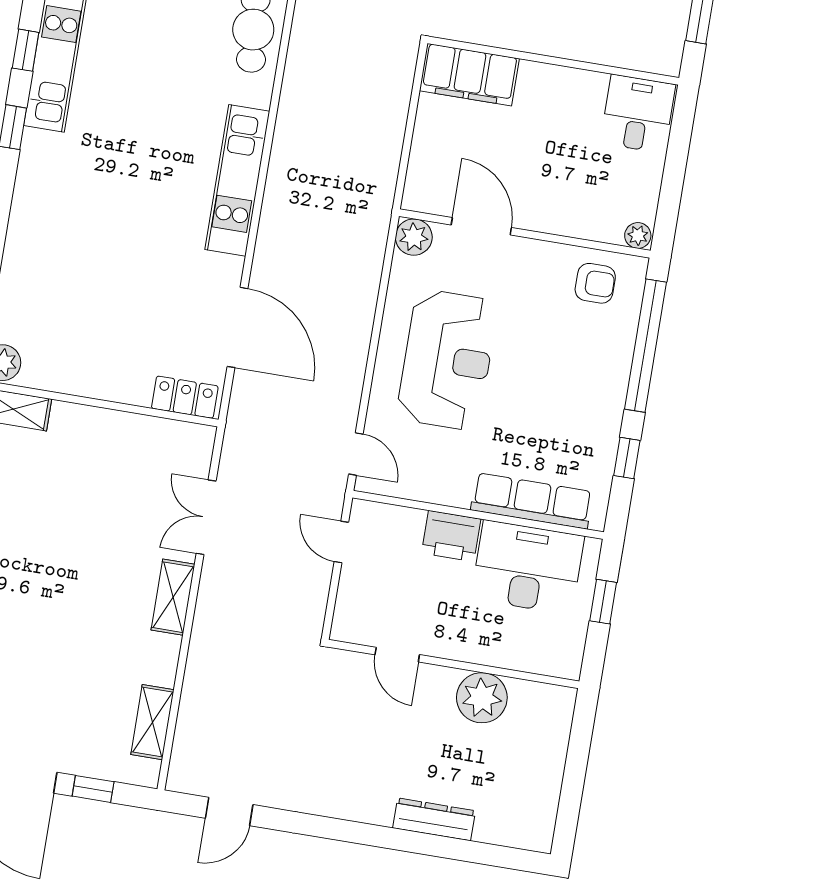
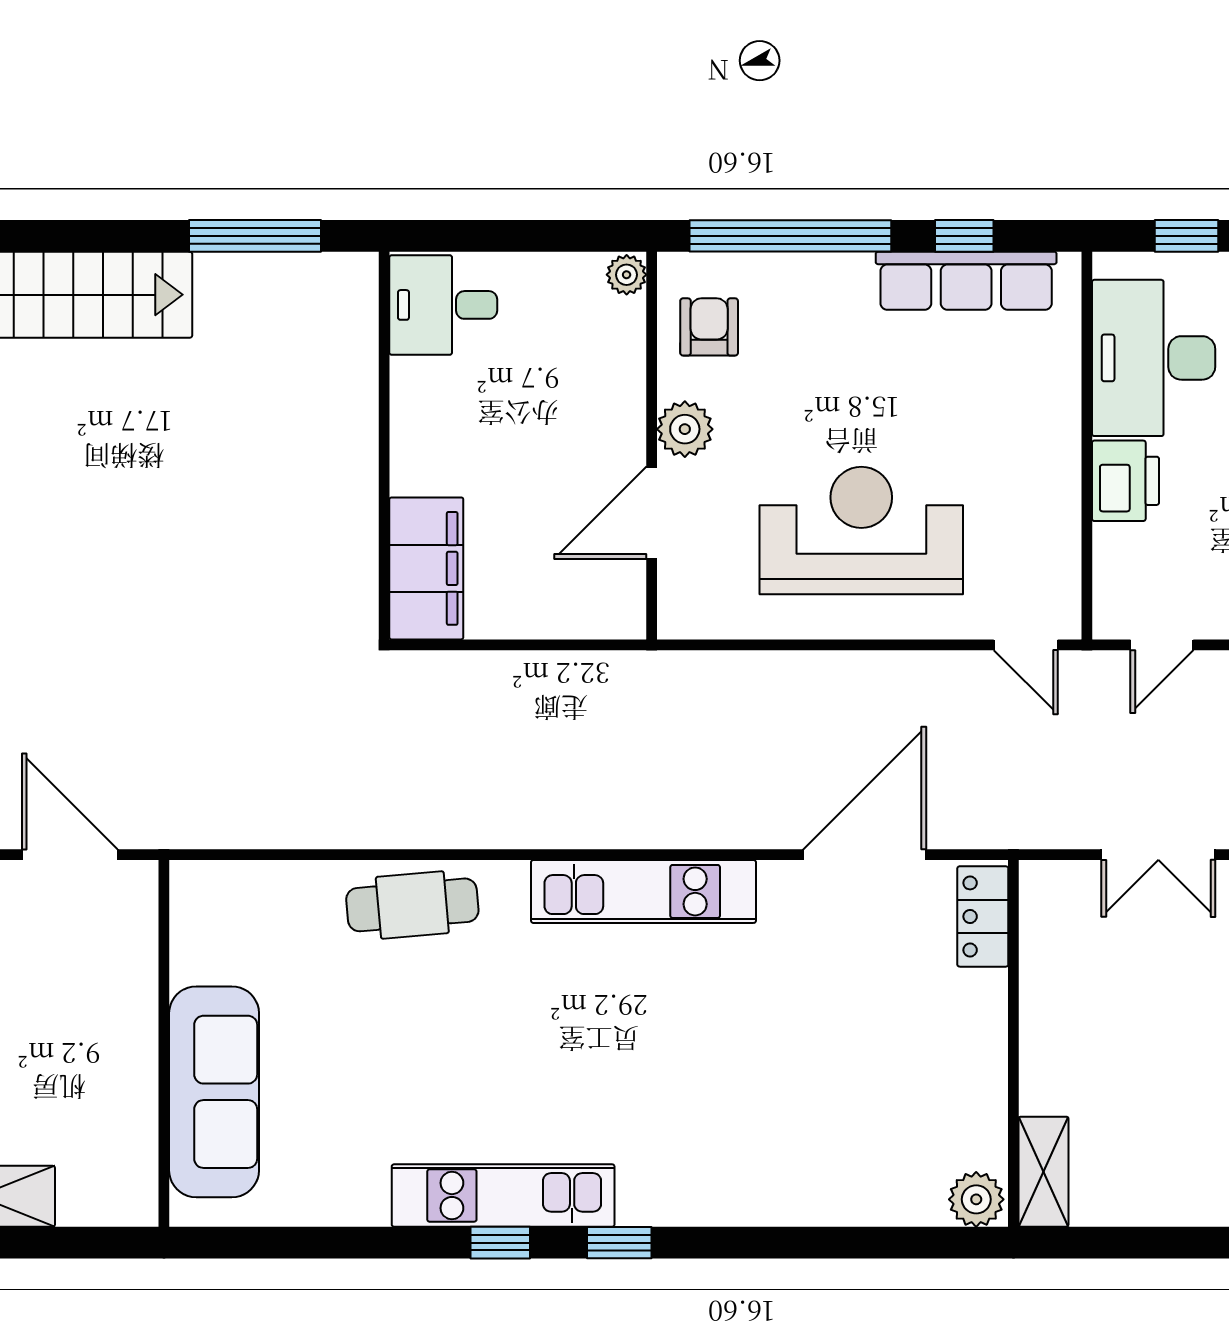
plant: (414, 237) -> (685, 429), moved
door: (356, 454) -> (1026, 645), swing flipped
row of seats: (532, 501) -> (966, 281), moved, turned -90

